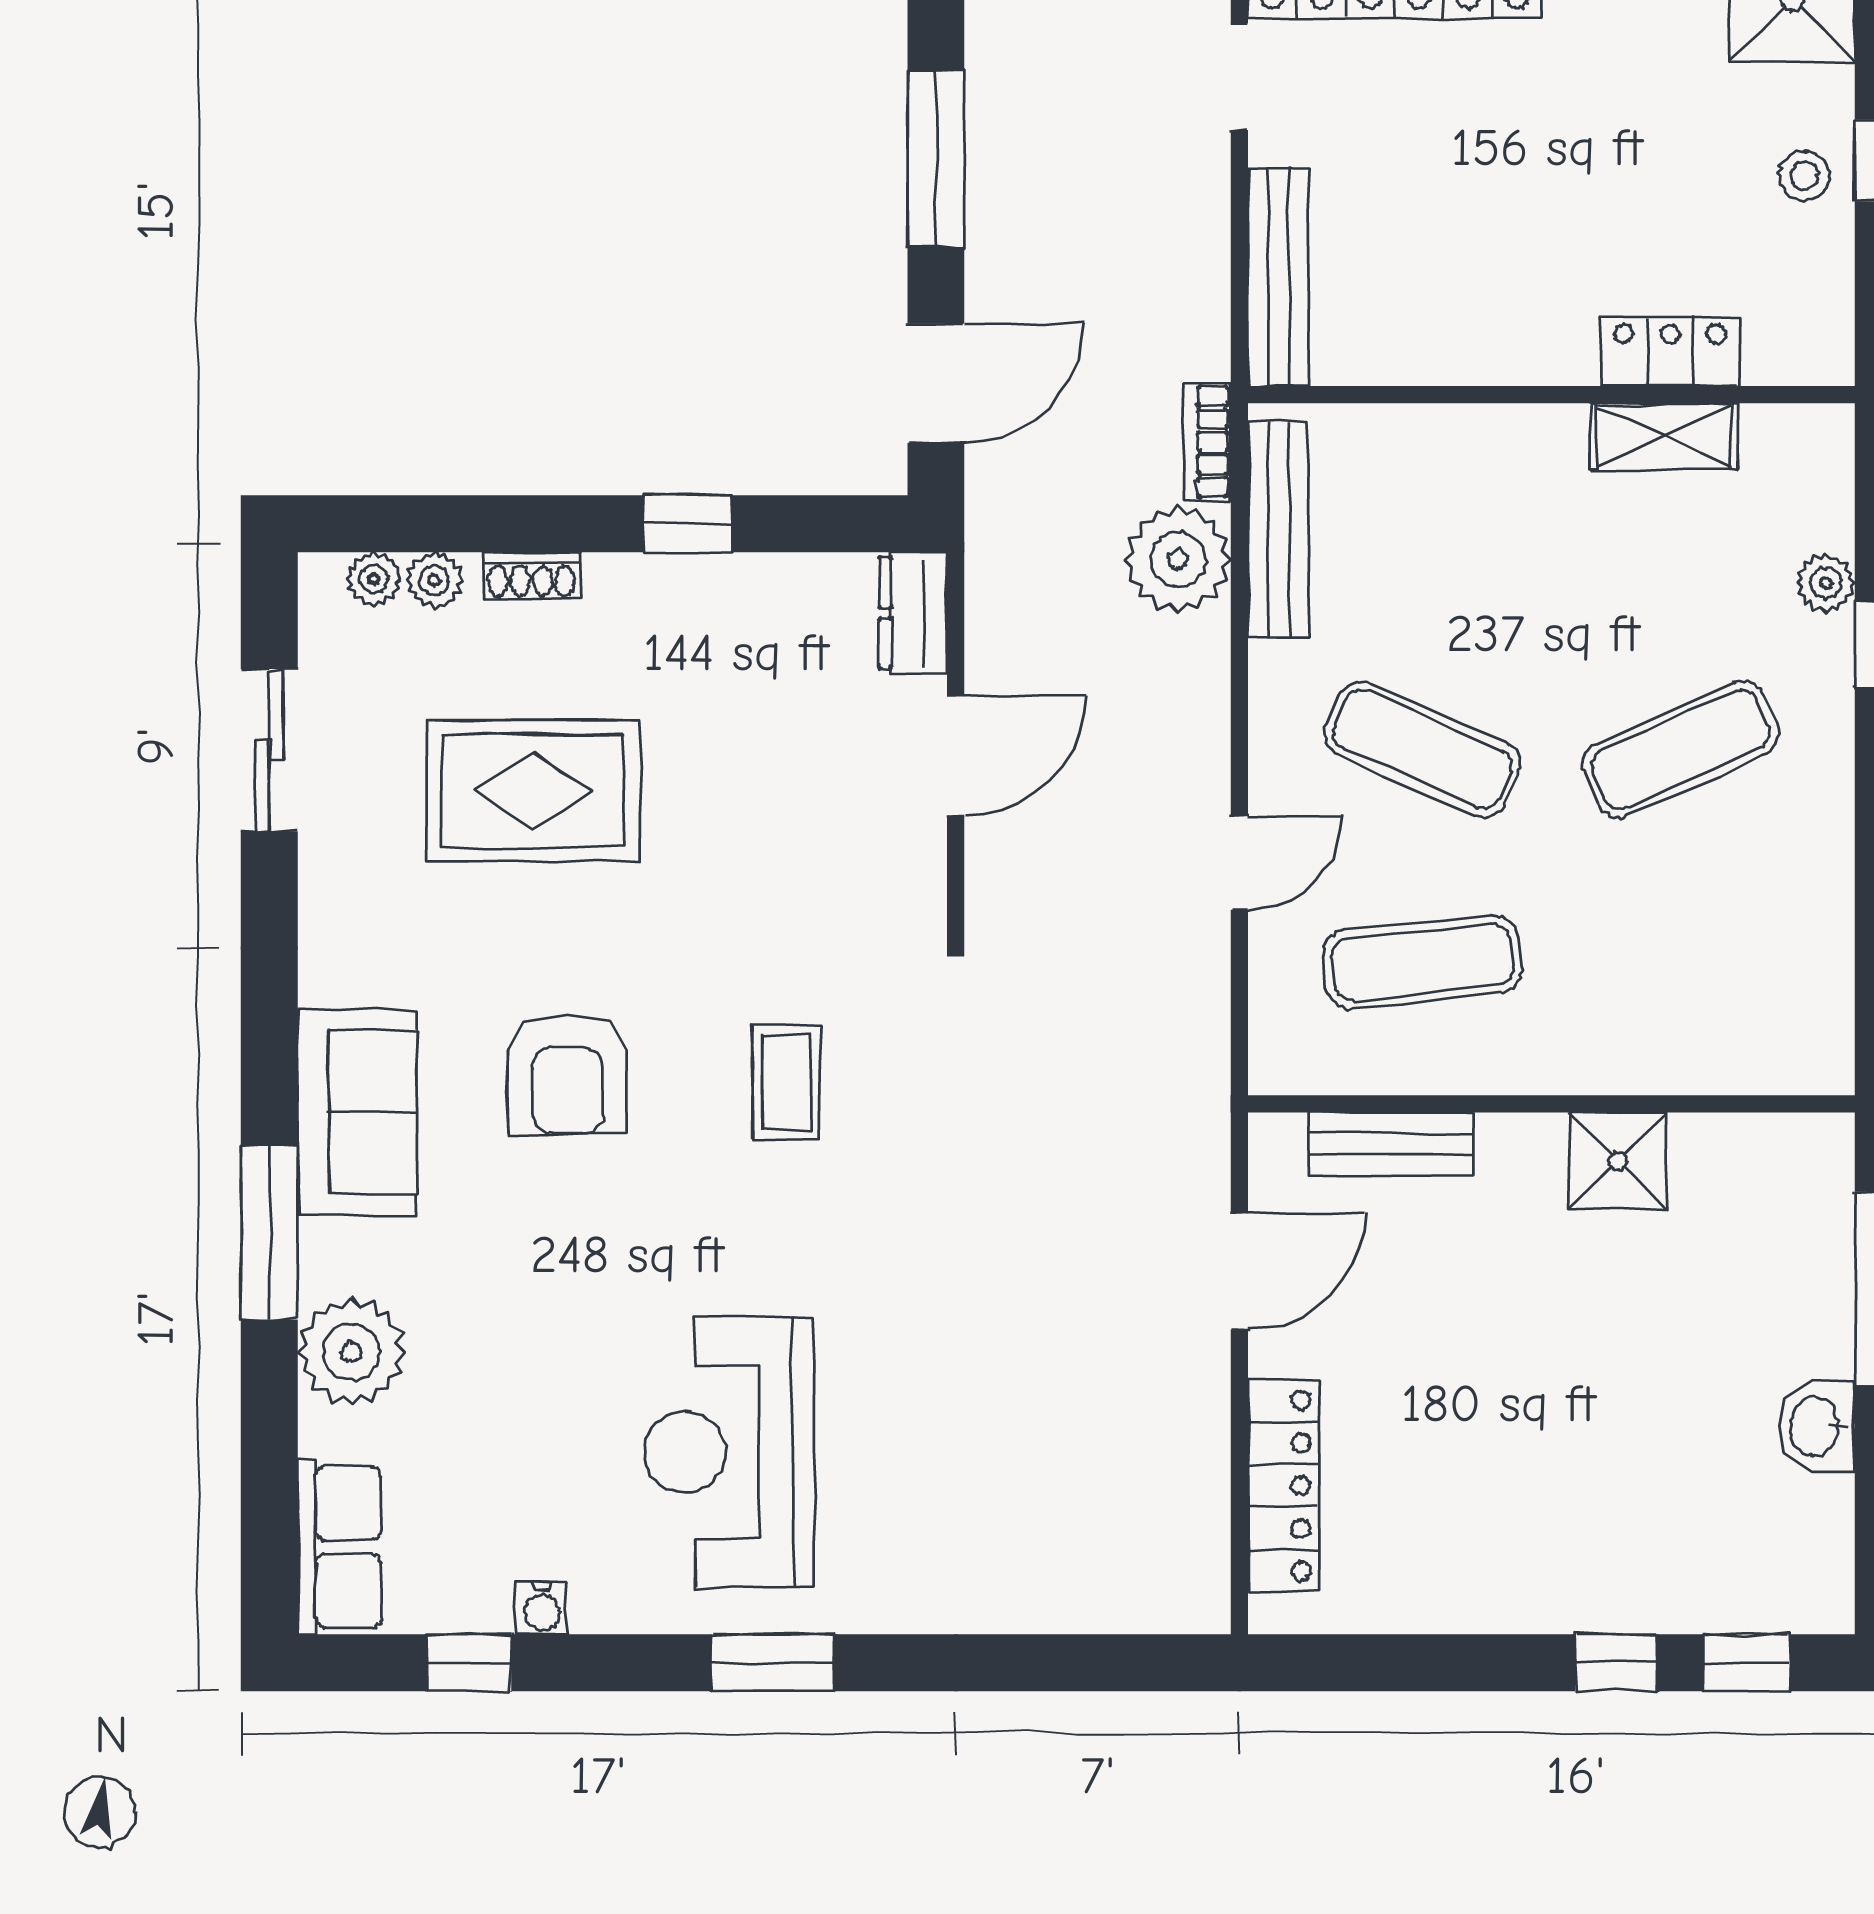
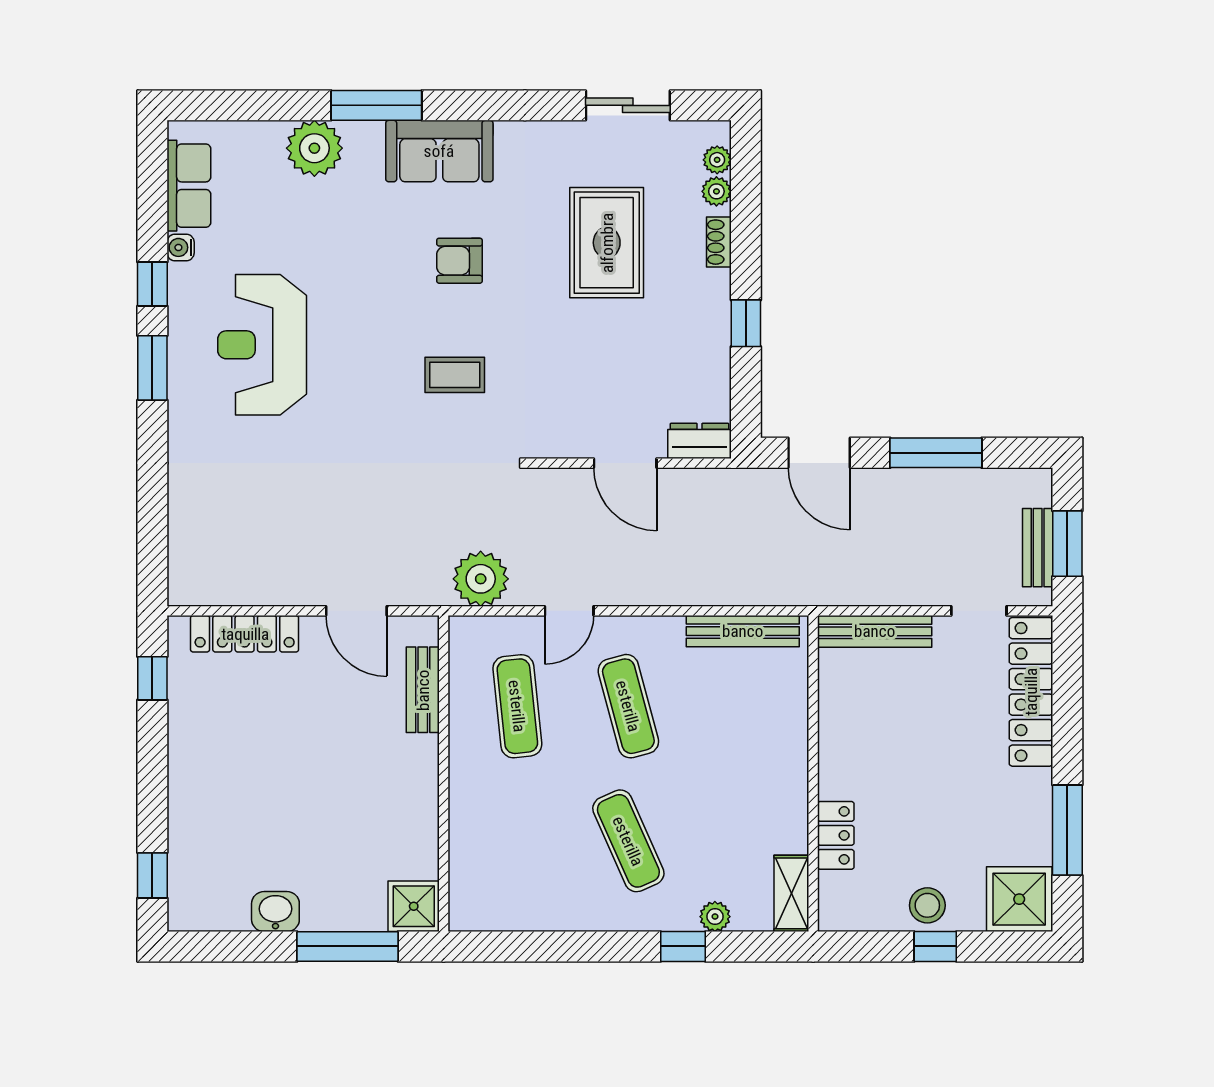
stool: (1804, 176) -> (927, 905), width x1.37, depth x1.37
shelving: (1664, 436) -> (791, 893), moved
bookcase: (1207, 442) -> (789, 594), removed
plant: (1178, 560) -> (481, 579), moved
exercise mat: (1422, 749) -> (628, 706), turned -39
door: (1239, 863) -> (569, 611), hinge flipped
armchair: (567, 1073) -> (459, 261), width x0.72, depth x0.72
shower: (1618, 1161) -> (414, 906), moved
reception desk: (729, 1452) -> (262, 345), turned -90
row of seats: (339, 1547) -> (189, 186), moved, turned -90
window: (469, 1663) -> (152, 284), moved
window: (1616, 1663) -> (152, 678), moved

